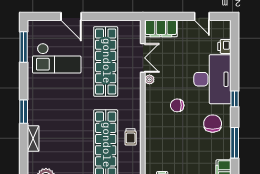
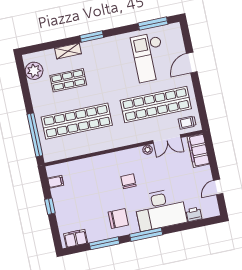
window: (235, 99) -> (146, 234), width x2.17
trolley: (131, 137) -> (187, 122), moved
shop shelf: (63, 145) -> (68, 80), added

